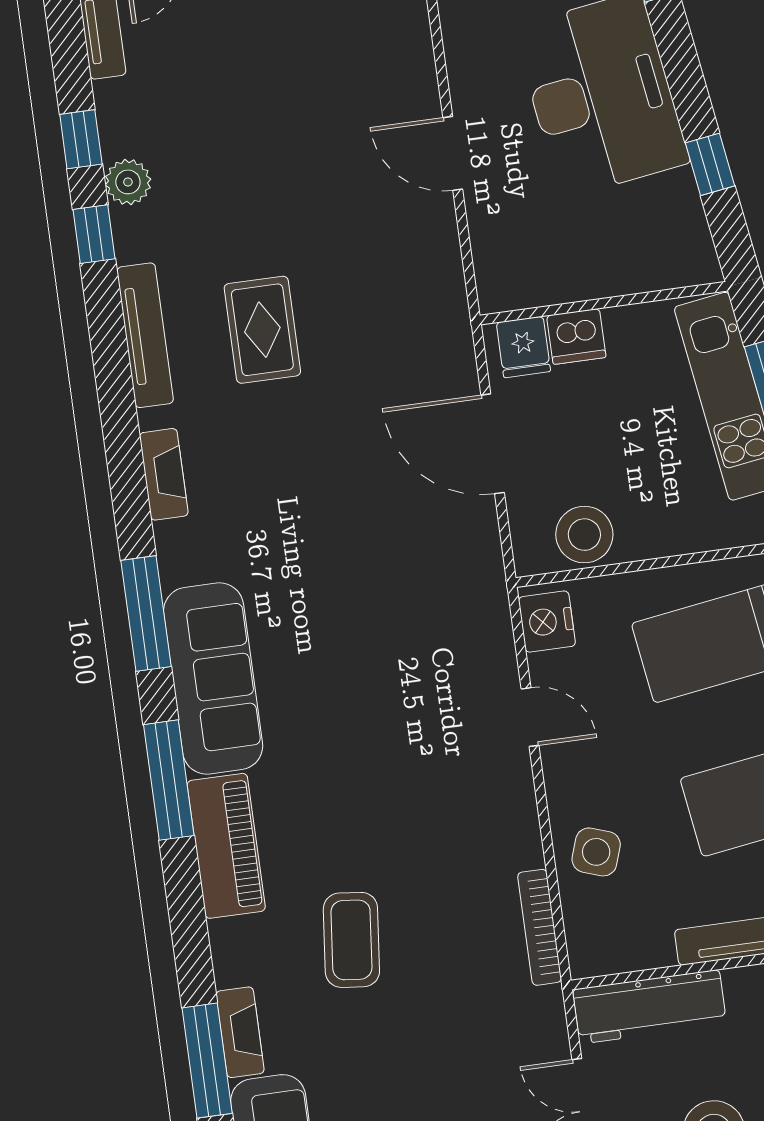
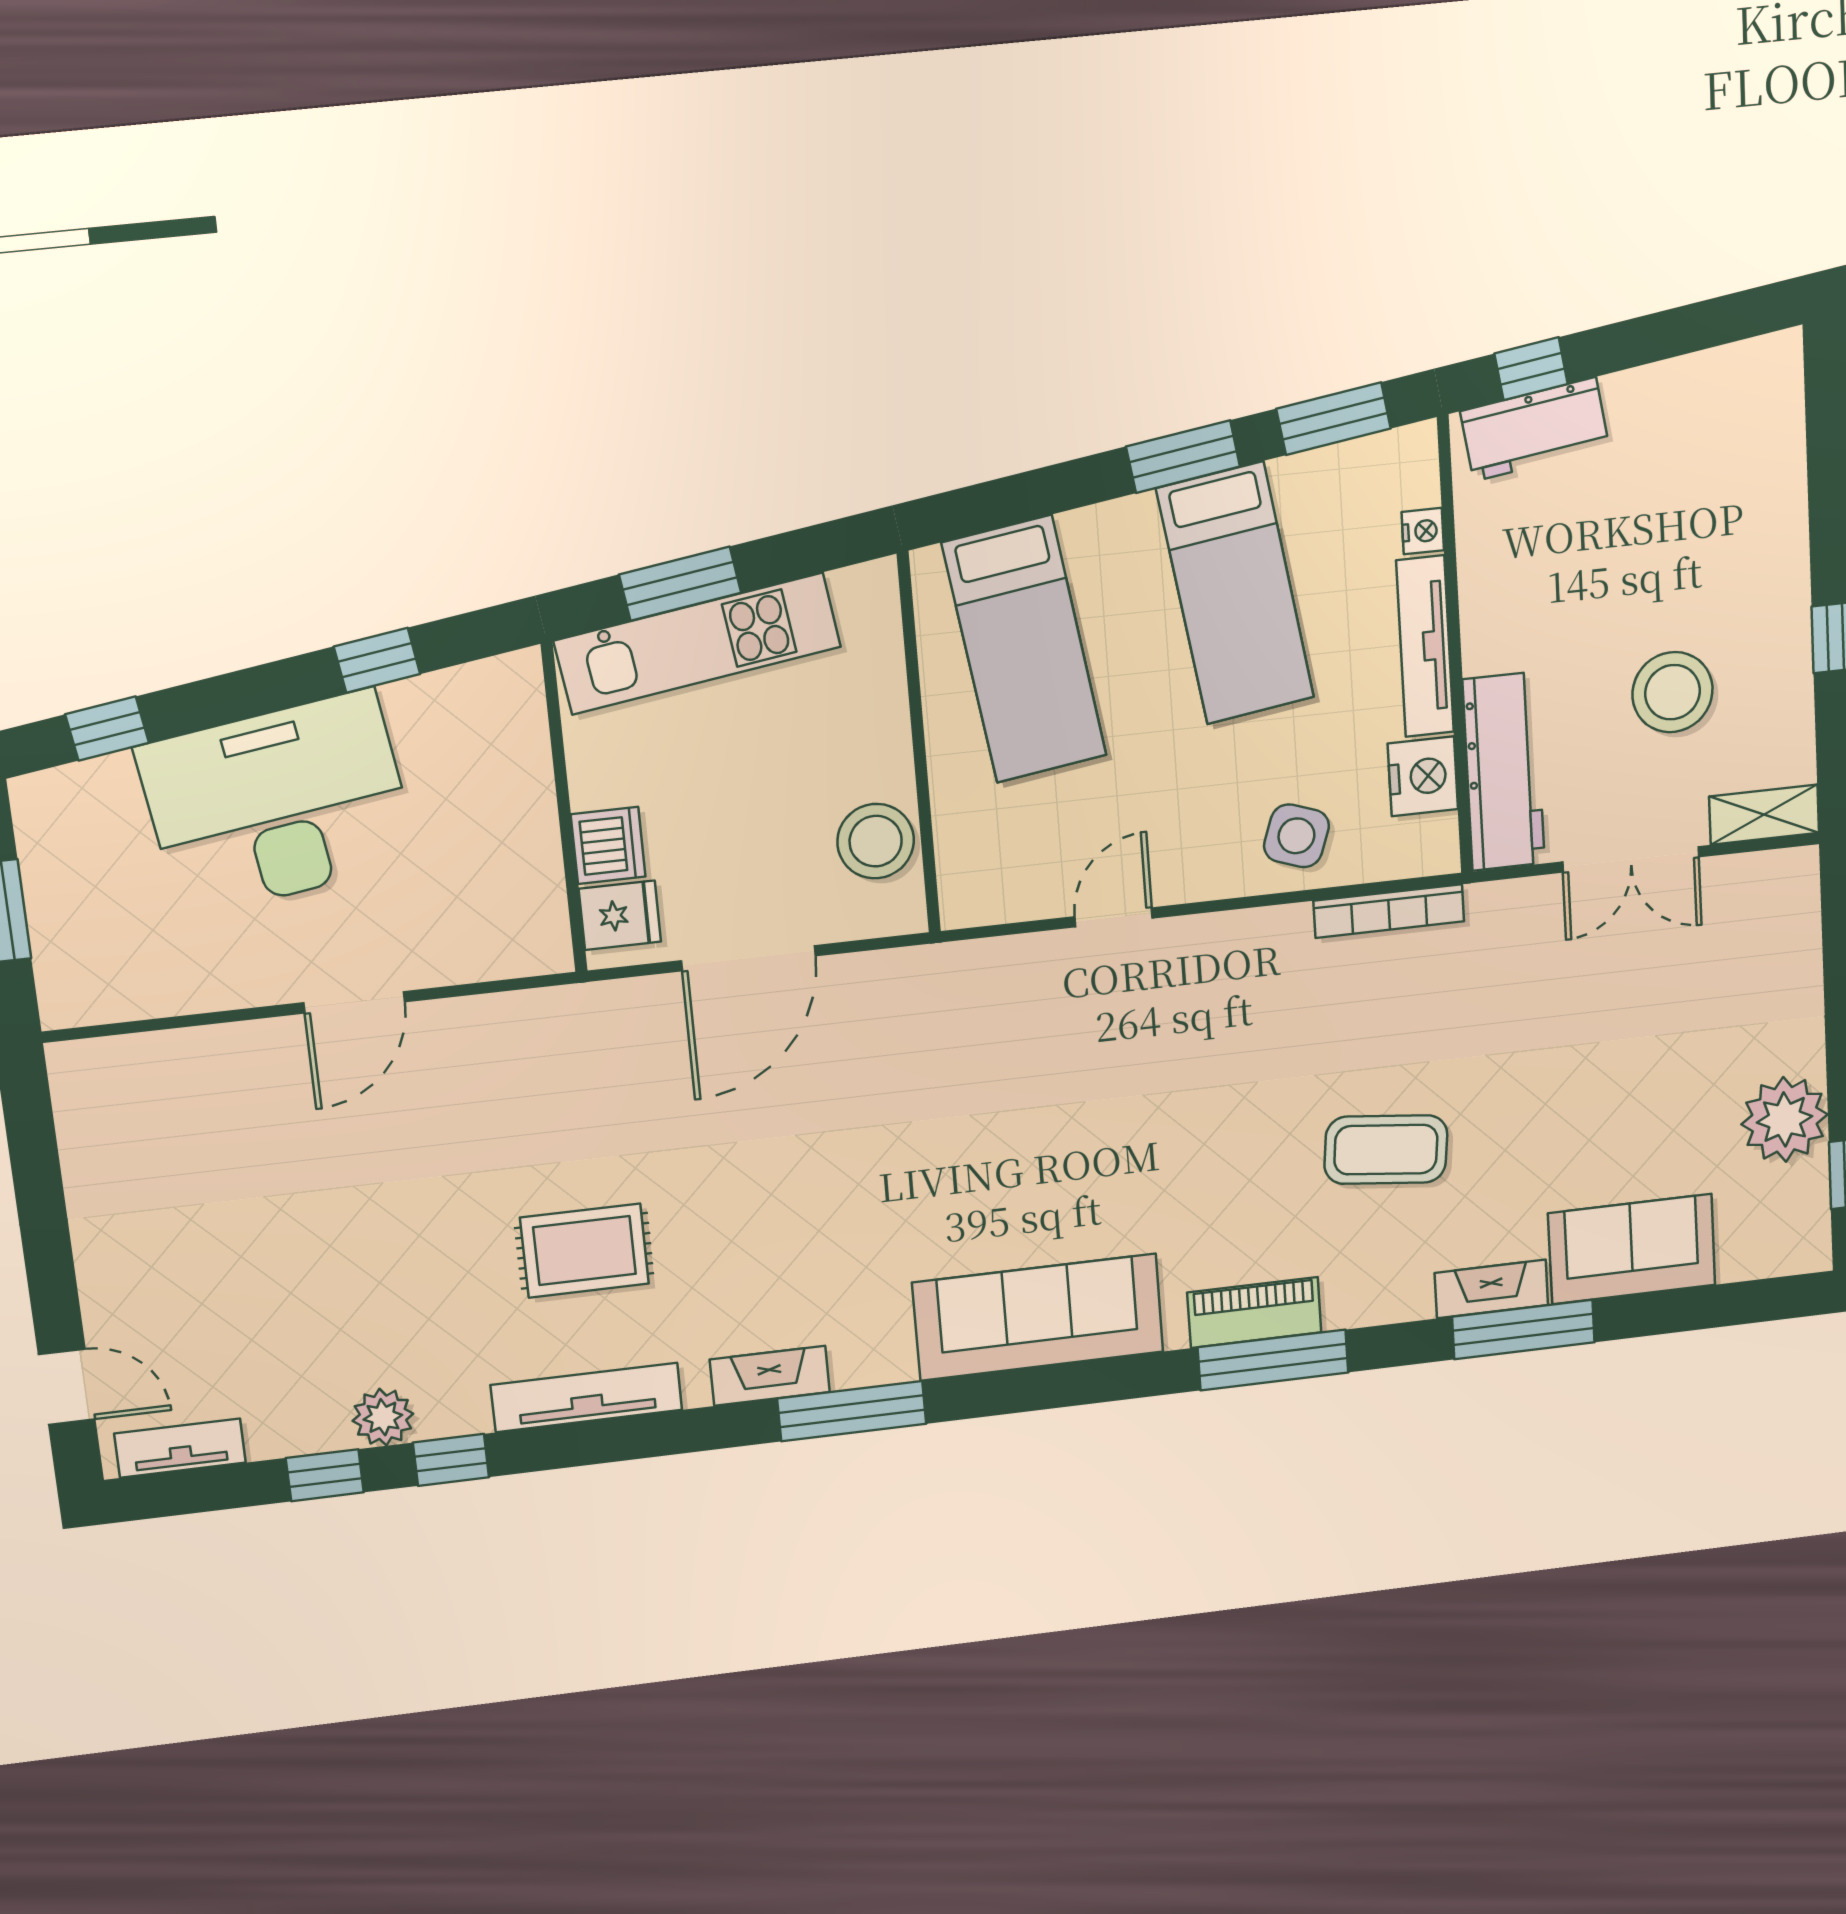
window: (146, 614) -> (852, 1411), moved
nightstand: (547, 622) -> (1423, 776), moved, turned -90
window: (169, 780) -> (1273, 1360), moved
piano: (226, 846) -> (1254, 1313), width x0.73, depth x0.75

